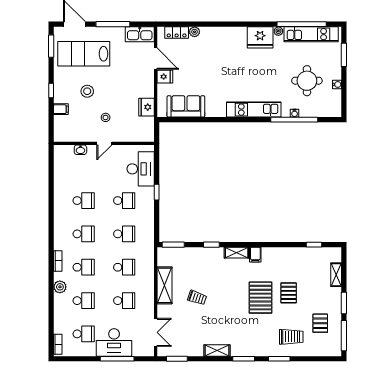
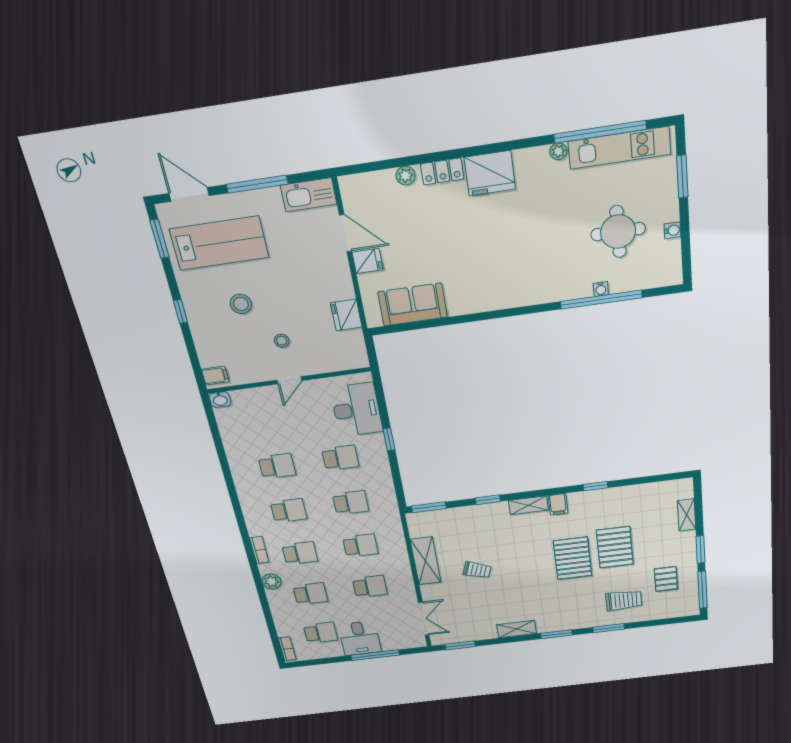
locker: (177, 32) -> (442, 171), moved
fridge: (260, 37) -> (490, 173), moved
lab bench: (84, 54) -> (219, 243), turned 180
filing cabinet: (61, 109) -> (215, 375), moved
kitchen unit: (254, 110) -> (530, 293), removed
washbasin: (80, 150) -> (220, 400), moved
window: (314, 245) -> (595, 486), moved
pallet: (289, 293) -> (615, 547), width x1.50, depth x1.42
desk: (114, 342) -> (360, 638), width x0.73

